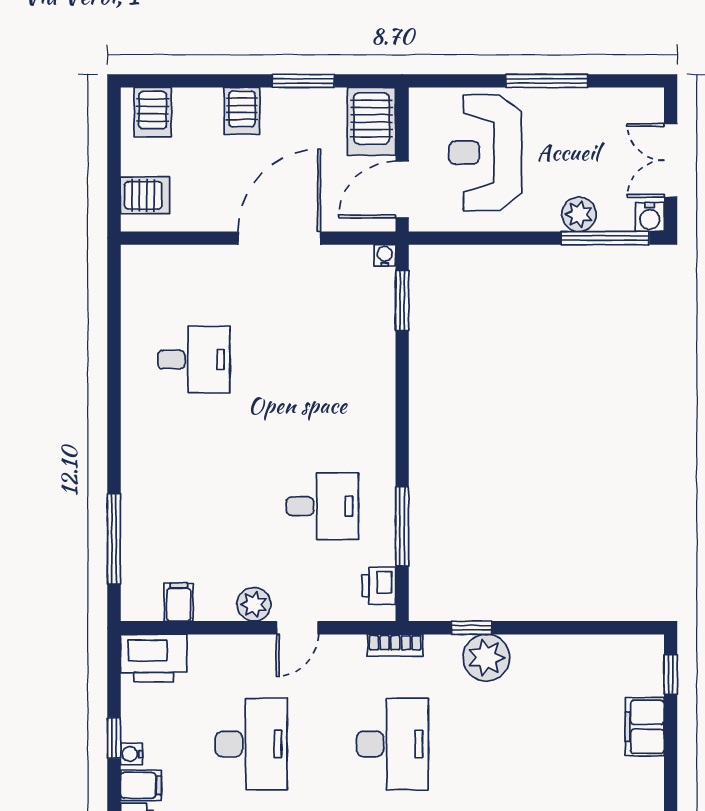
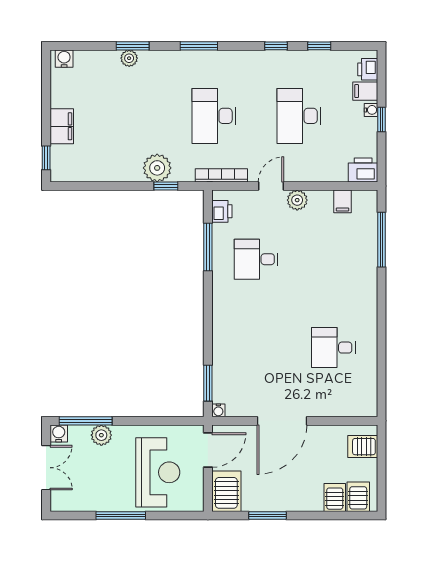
server rack: (242, 111) -> (335, 497), moved
bookcase: (395, 645) -> (221, 175), width x1.56
printer: (154, 658) -> (363, 170), width x0.73, depth x0.84

